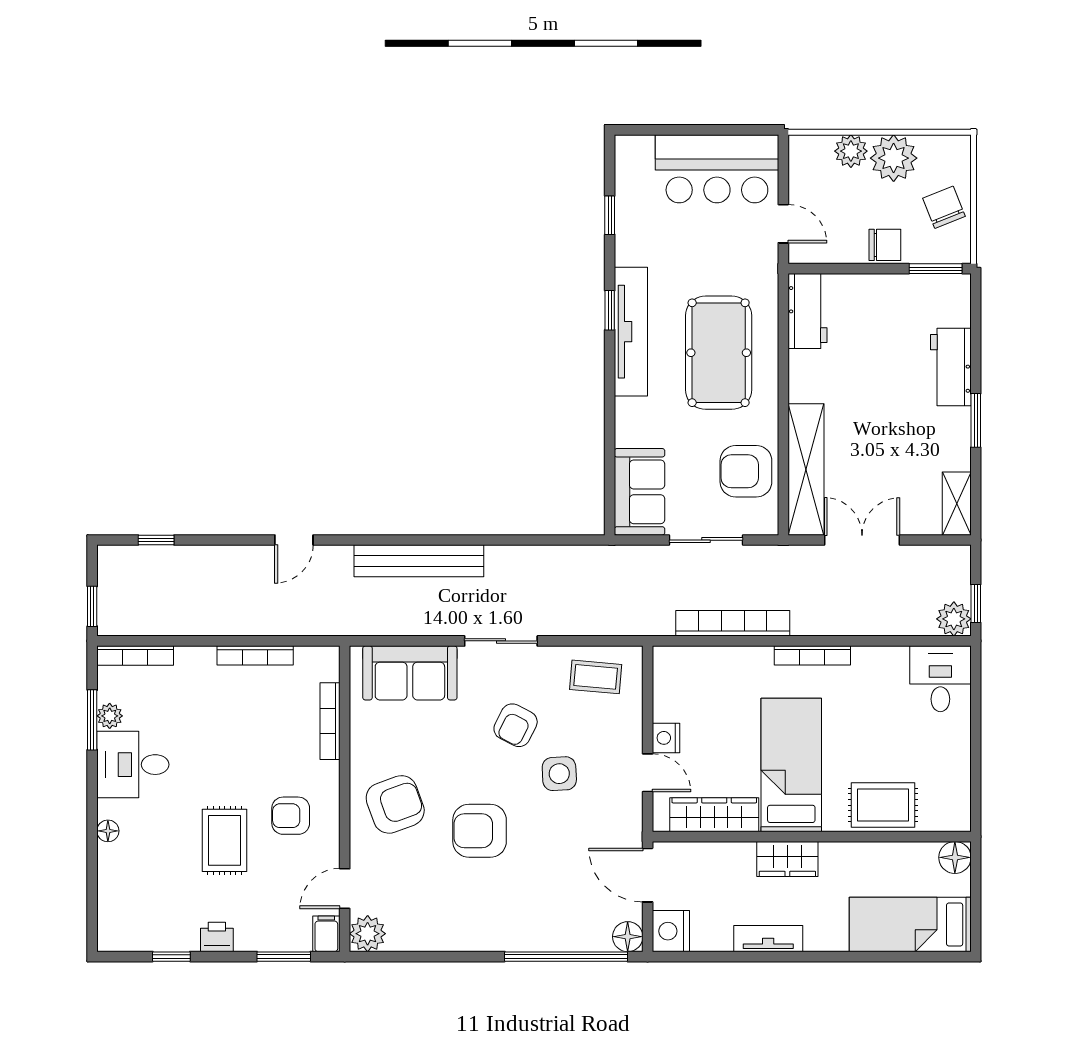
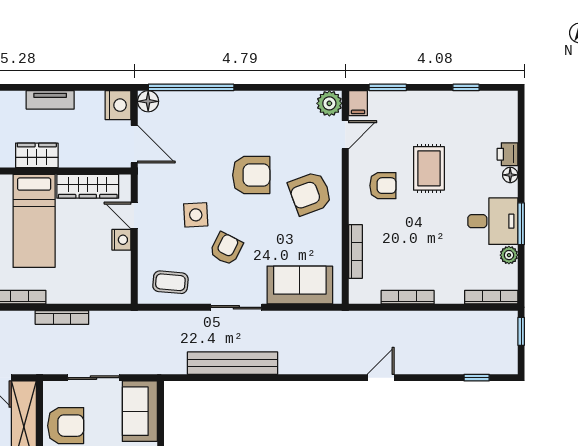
bench: (419, 561) -> (233, 363), moved
bookcase: (733, 623) -> (62, 317), width x0.68, depth x0.76
window: (92, 720) -> (521, 224), moved
printer: (217, 937) -> (508, 154), moved, turned 90

